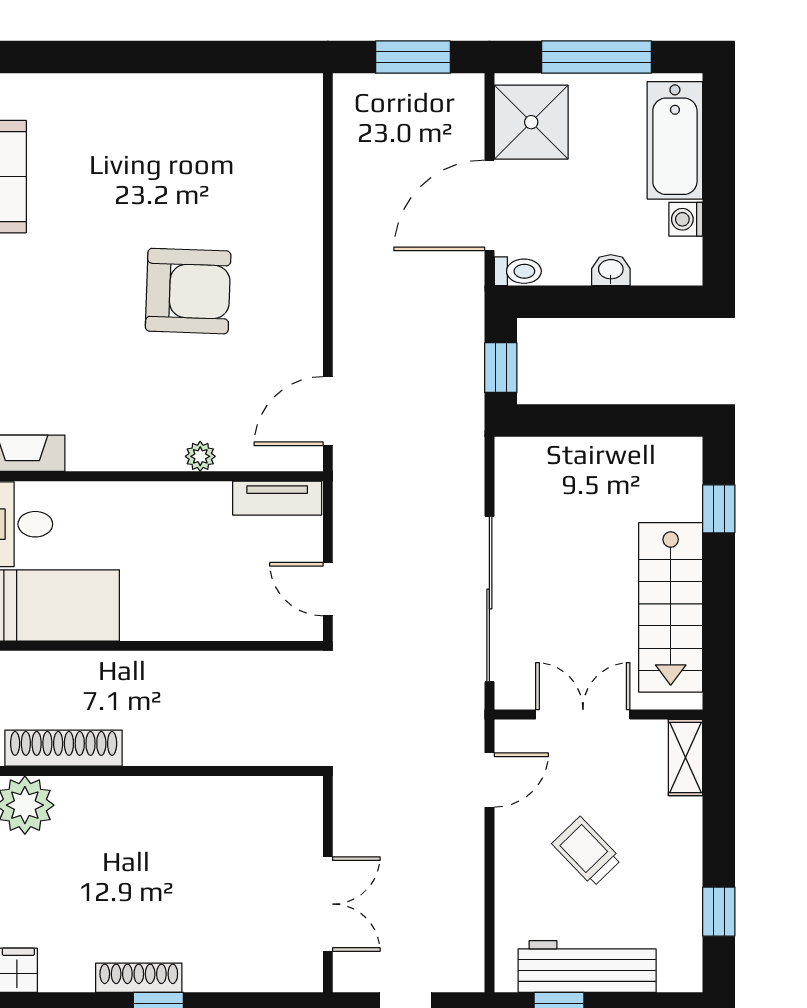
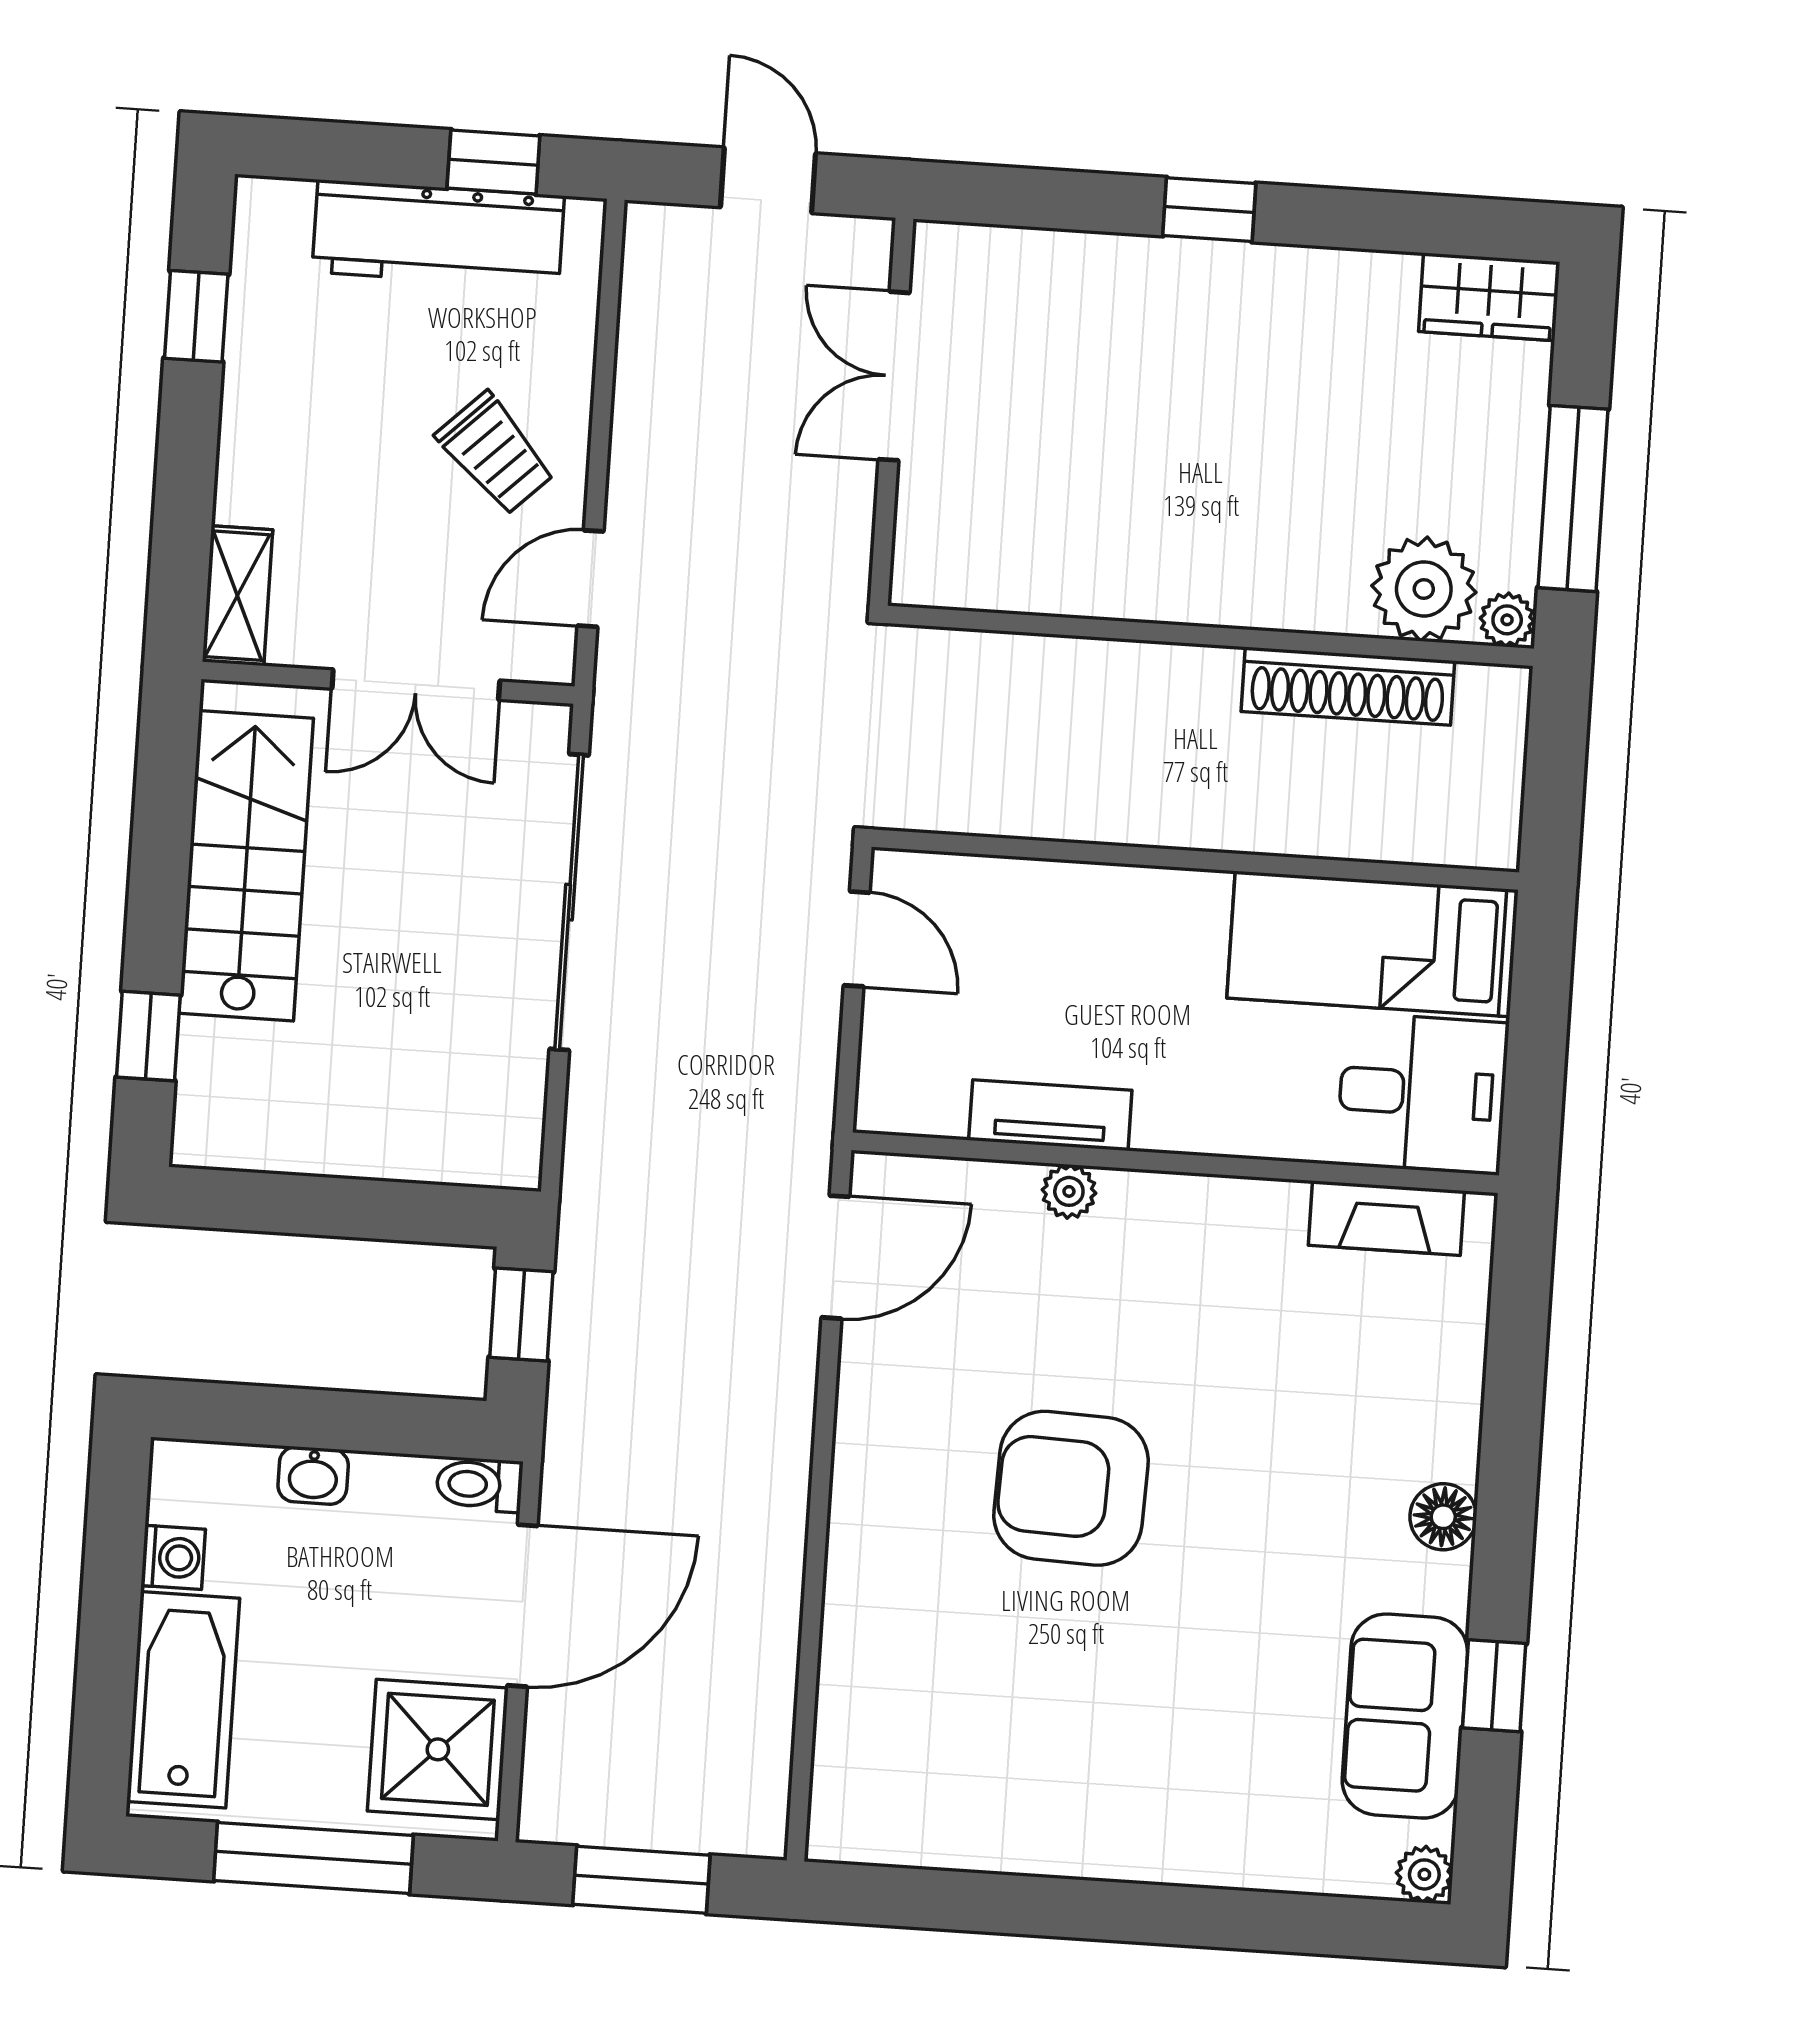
tv unit: (277, 498) -> (1050, 1115), moved
trolley: (587, 852) -> (495, 454), moved
shoe rack: (139, 978) -> (1241, 267), removed

